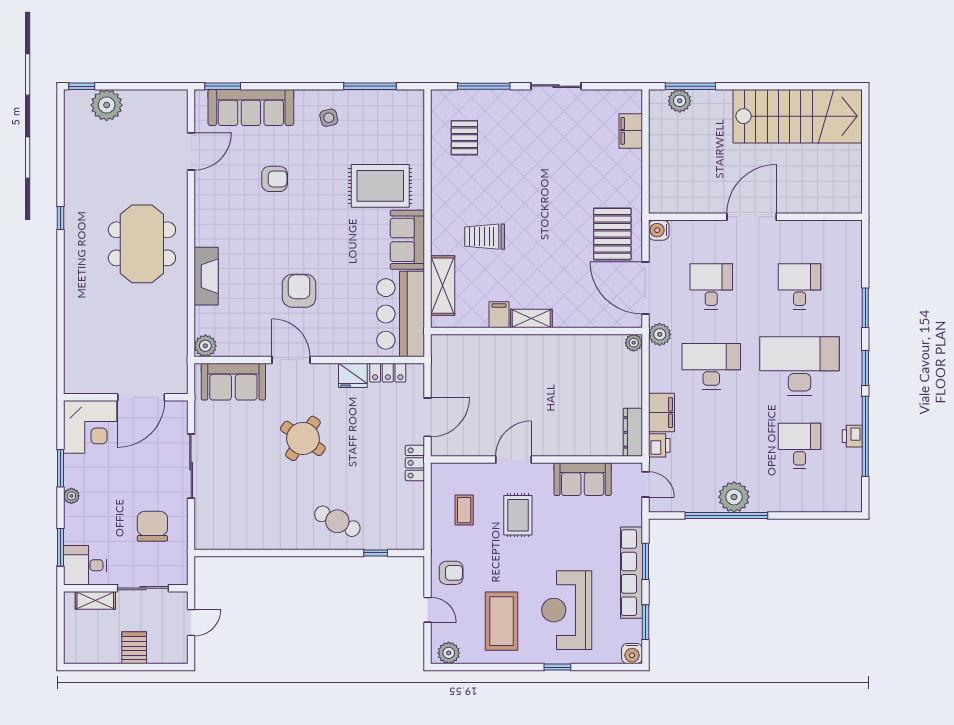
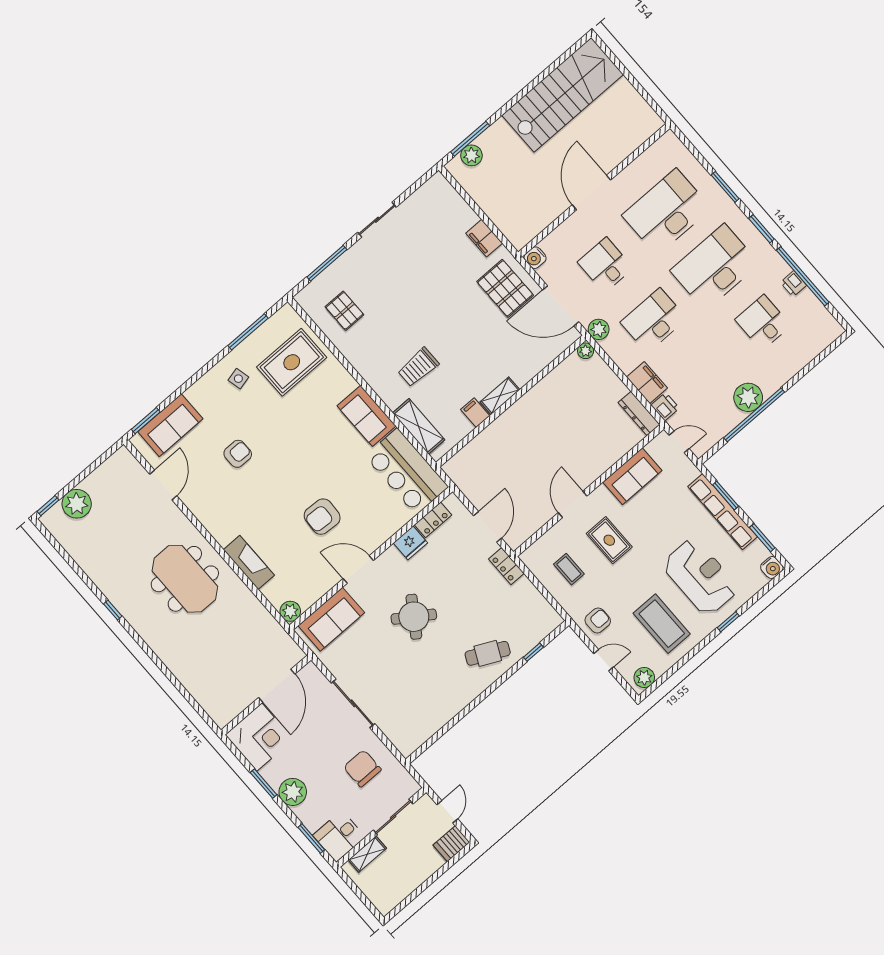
sofa: (251, 107) -> (170, 425), width x0.73
filing cabinet: (631, 131) -> (484, 238), moved
rug: (380, 186) -> (292, 362), moved
desk: (800, 286) -> (667, 212), width x1.87, depth x1.30
armchair: (299, 291) -> (322, 517), turned -87
plant: (71, 496) -> (293, 792), width x1.87, depth x1.87
reception desk: (567, 610) -> (700, 577), turned 180
server rack: (134, 648) -> (451, 844), moved, turned -90

